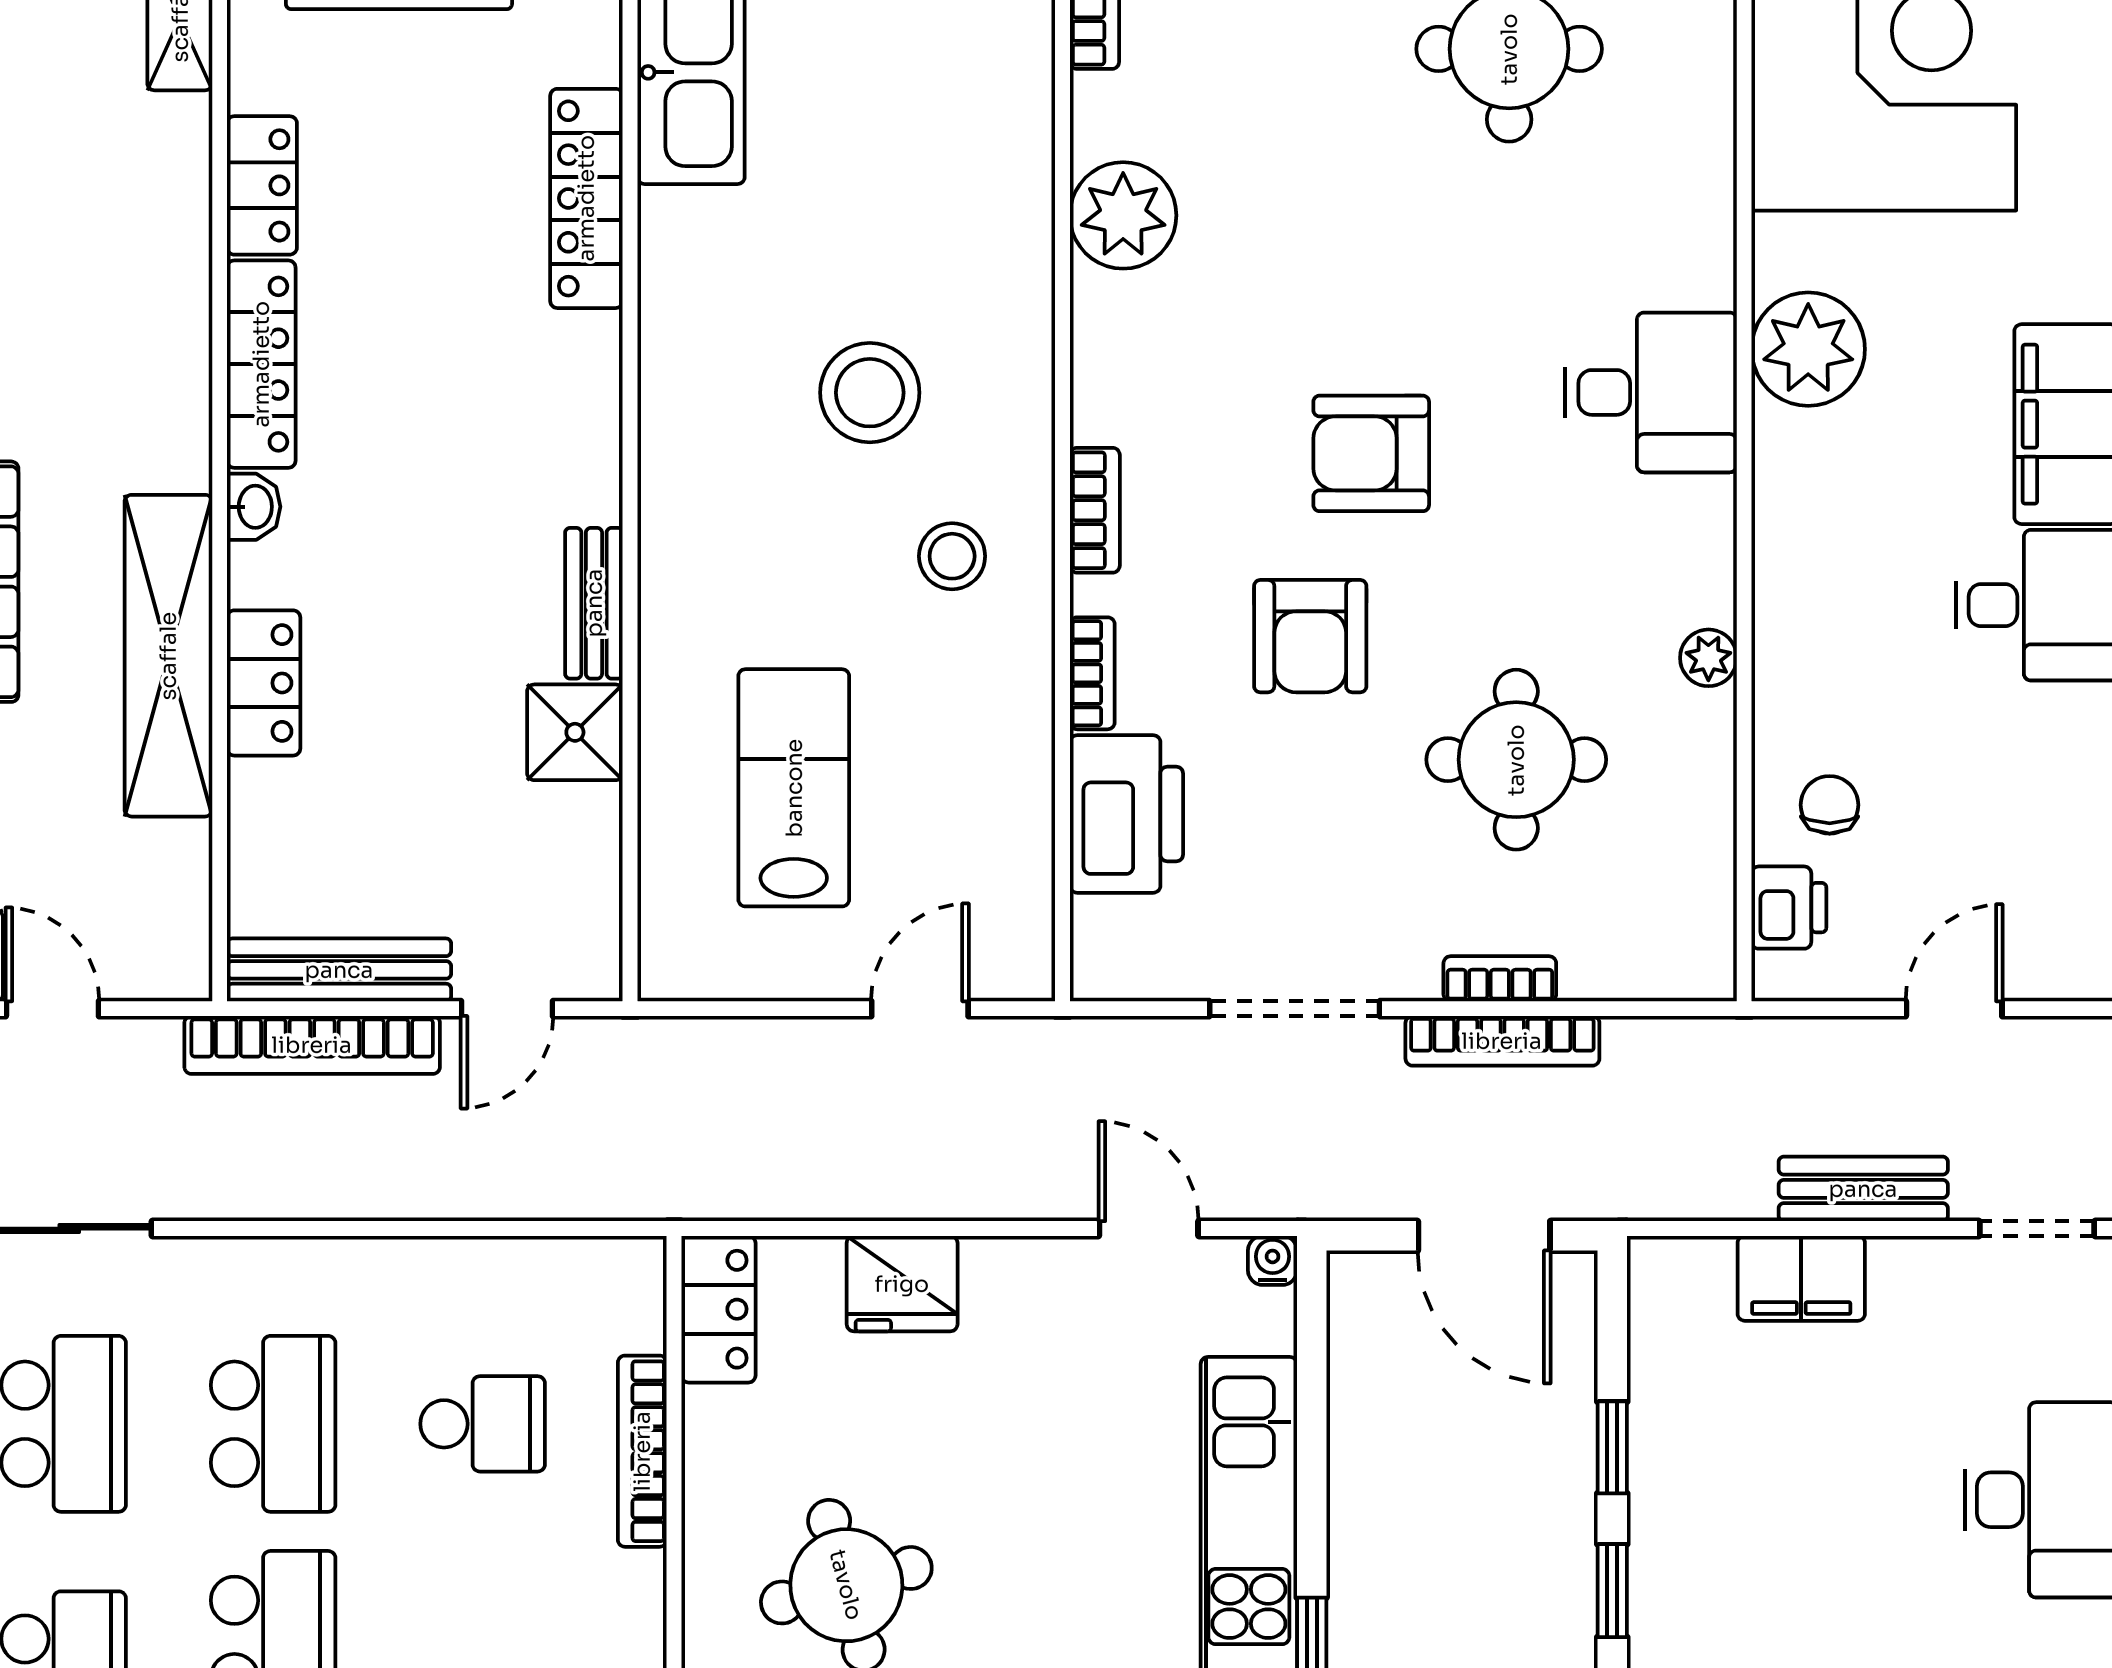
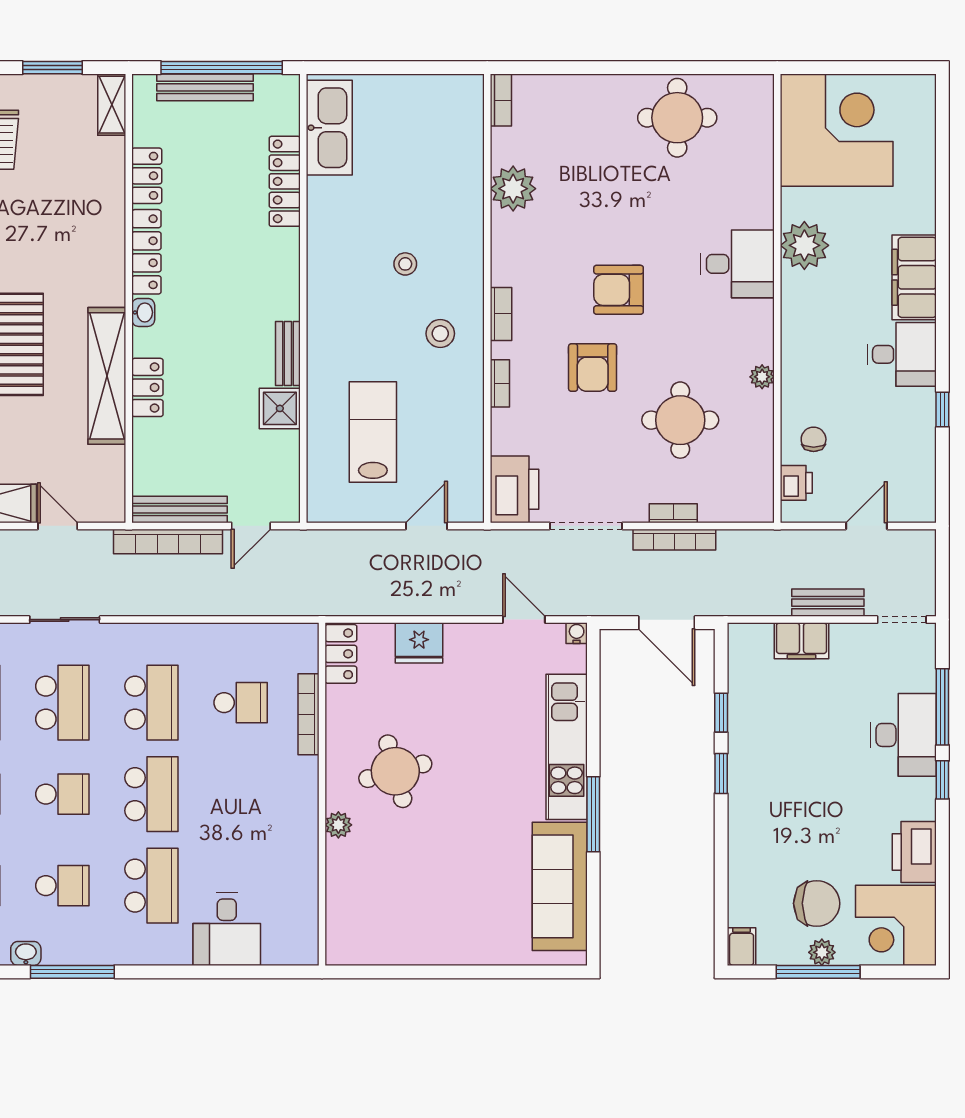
stool: (870, 393) -> (405, 264), width x0.53, depth x0.53
printer: (1126, 814) -> (514, 489), moved

